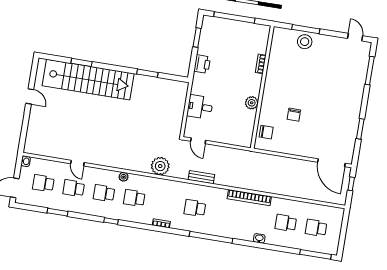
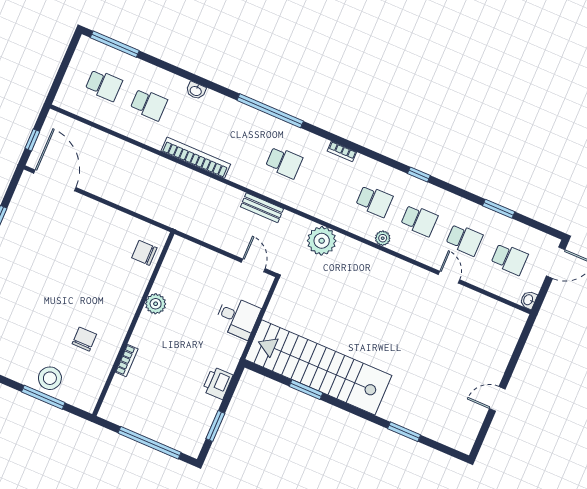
stairs: (88, 80) -> (318, 367), moved
door: (30, 96) -> (497, 399), hinge flipped
chair: (294, 115) -> (84, 339), moved

